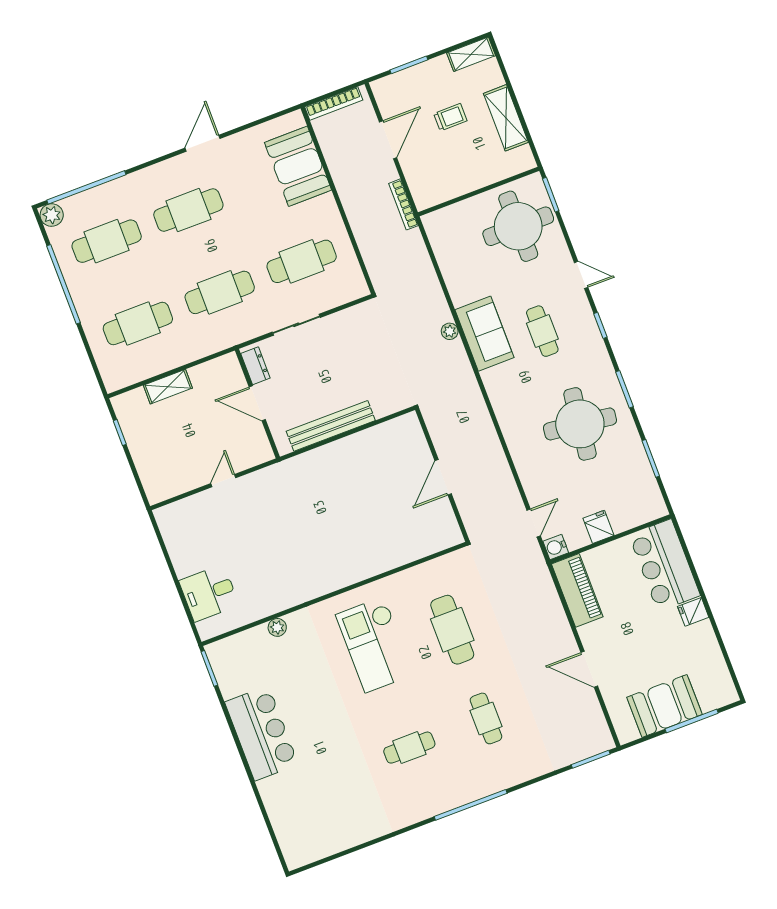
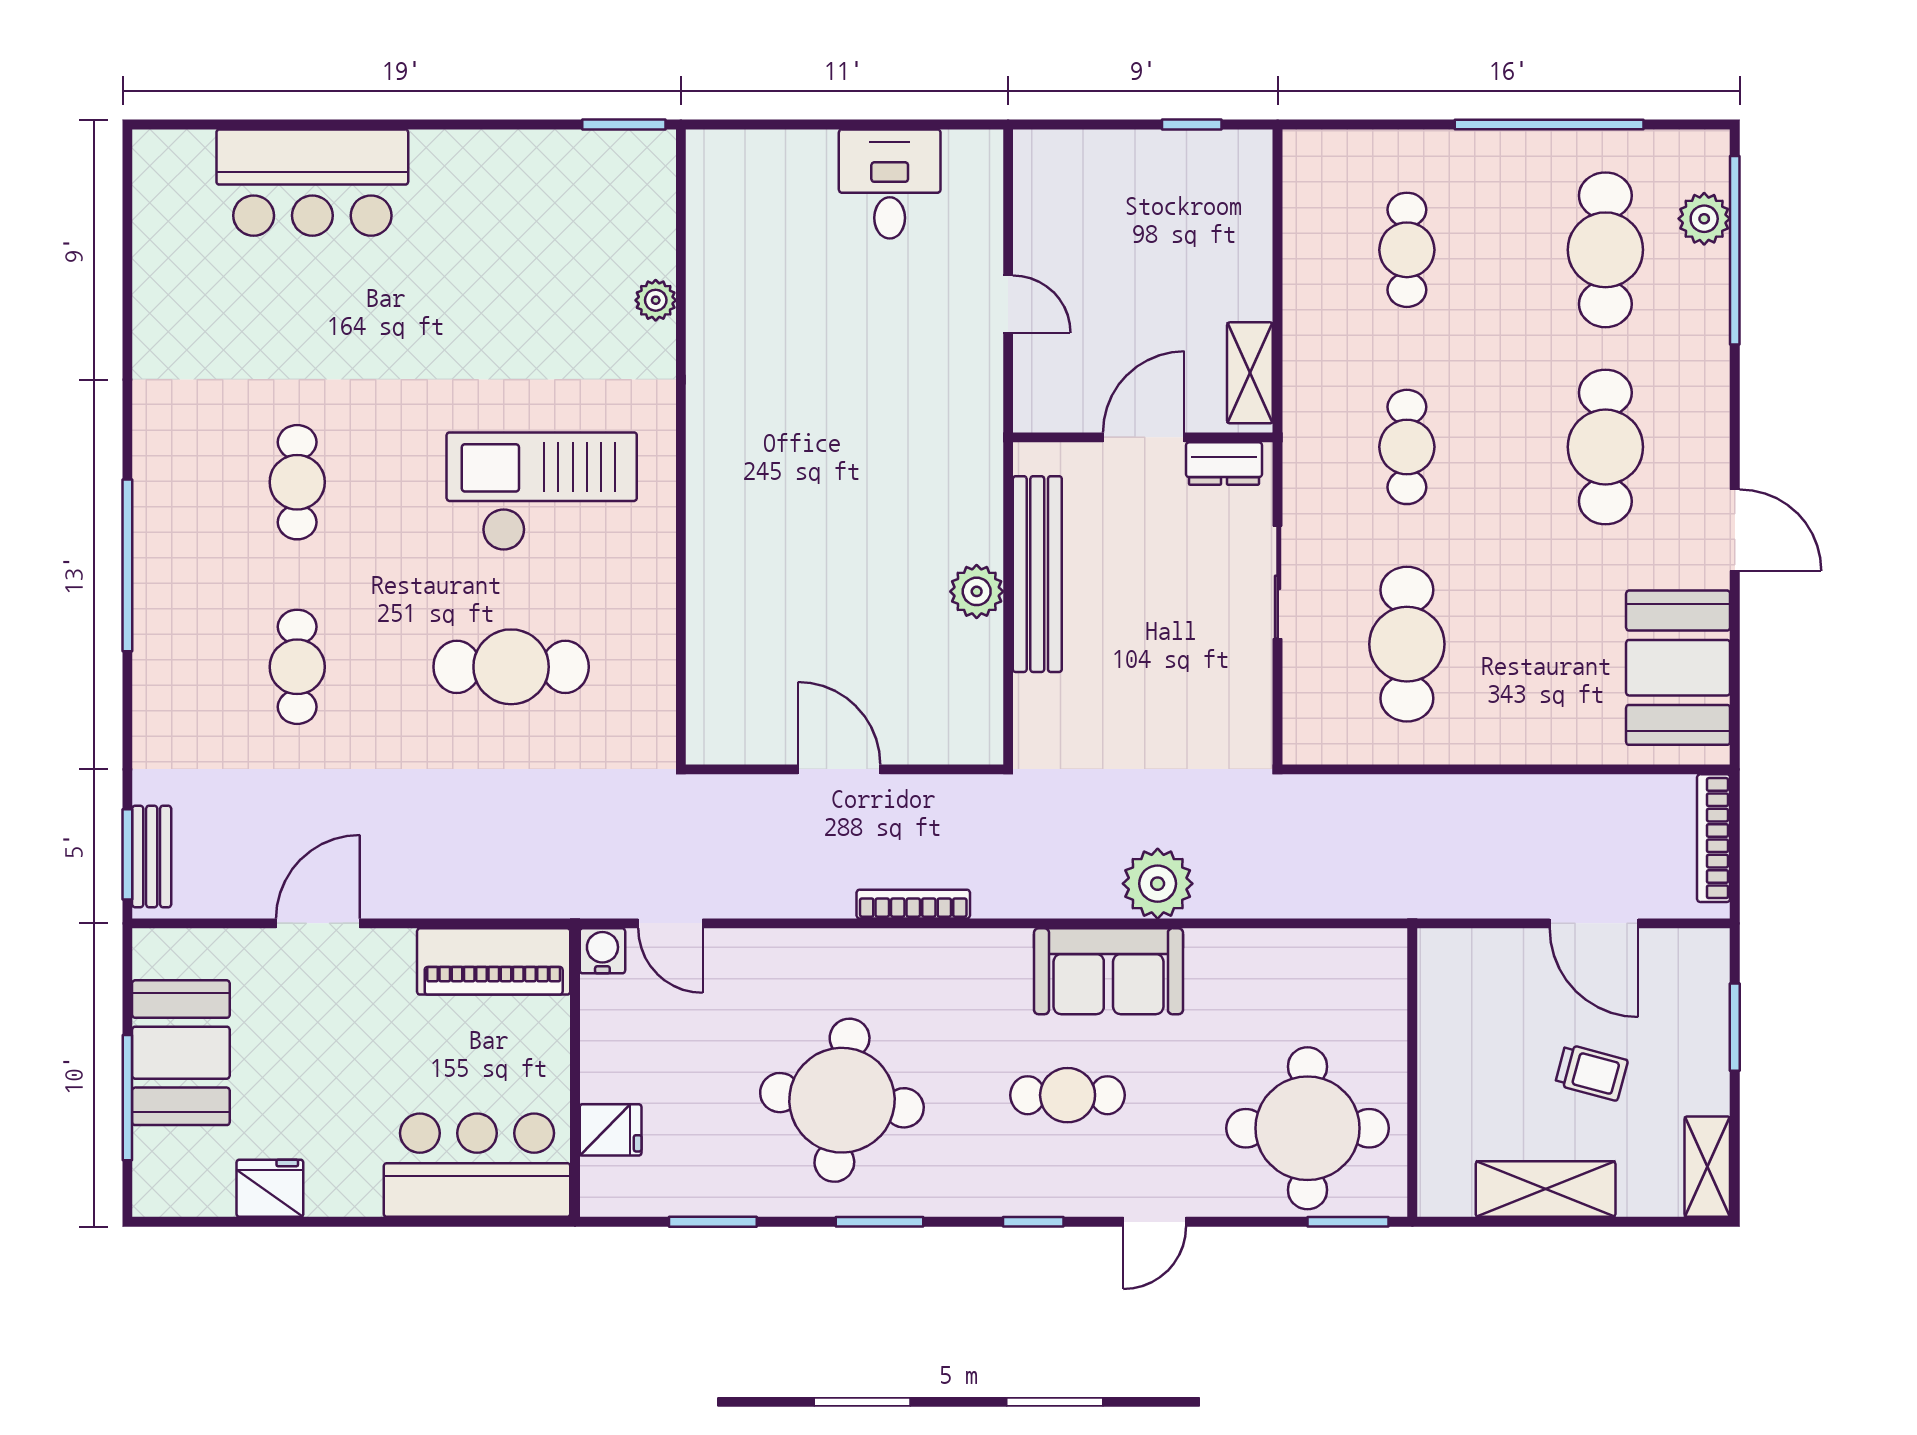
trolley: (450, 117) -> (1591, 1072), turned -75
booth: (298, 166) -> (1678, 668), moved, turned 90
bookcase: (403, 204) -> (913, 904), moved
plant: (52, 215) -> (1704, 219), moved
cafe table: (220, 292) -> (1407, 447), width x0.73, depth x0.74
cafe table: (138, 324) -> (1407, 250), width x0.73, depth x0.74
plant: (450, 331) -> (1158, 884), width x1.88, depth x1.88
shelving: (168, 387) -> (1250, 373), moved
plant: (348, 448) -> (977, 591), added
fridge: (598, 527) -> (611, 1130), moved
desk: (209, 593) -> (890, 184), moved
fridge: (693, 612) -> (270, 1188), moved, width x1.38
cafe table: (486, 718) -> (297, 667), turned 90
bar counter: (262, 733) -> (312, 183), moved
bench: (588, 749) -> (152, 856), added

